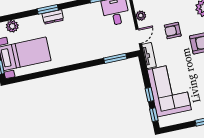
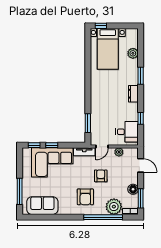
dresser: (53, 17) -> (133, 94), moved
plant: (12, 26) -> (133, 53), moved
door: (139, 36) -> (102, 147), hinge flipped

